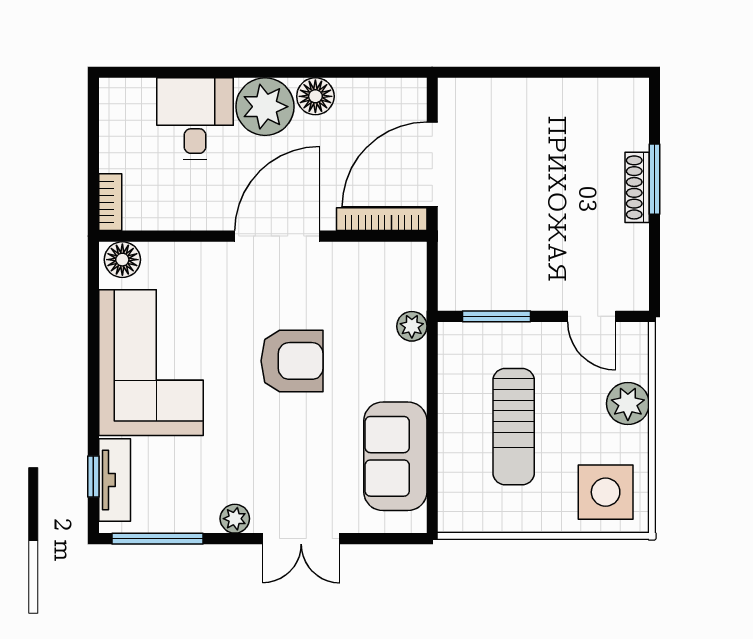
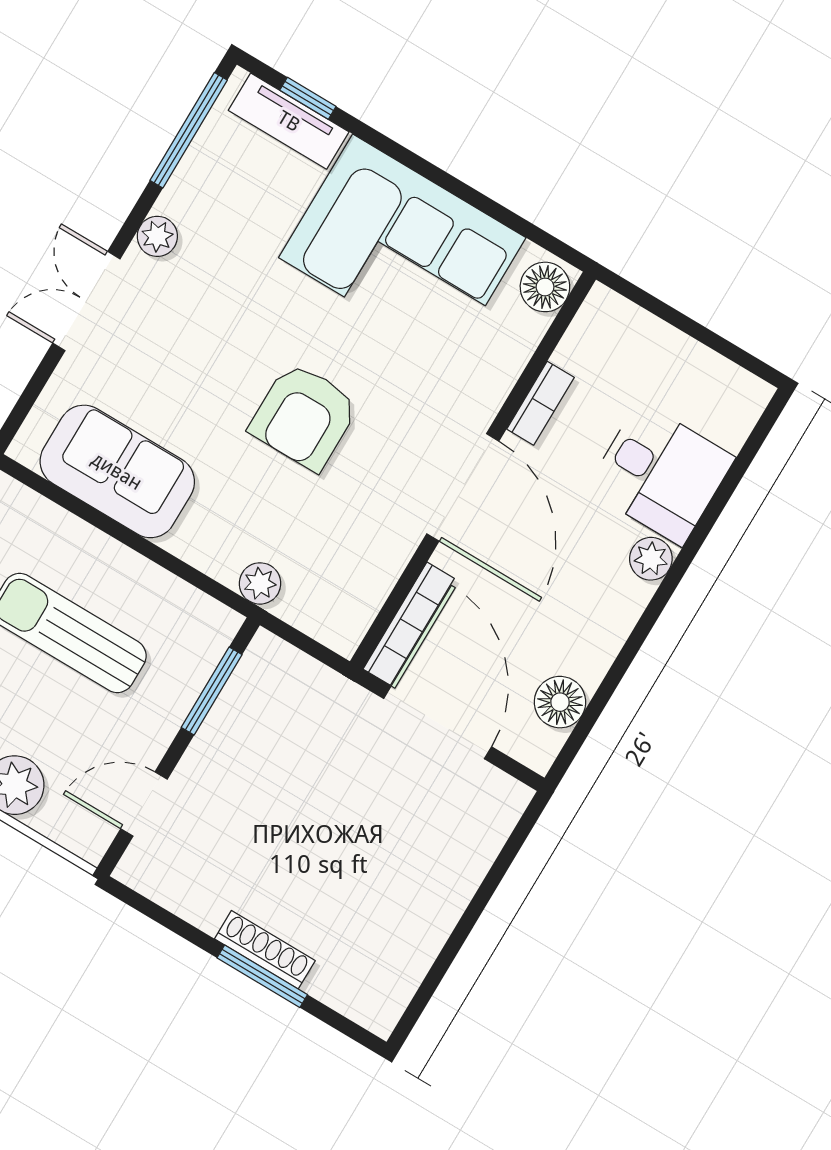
floor lamp: (315, 96) -> (560, 702), moved
plant: (265, 107) -> (651, 559), width x0.53, depth x0.53
bookcase: (110, 202) -> (540, 403), moved, turned -90

